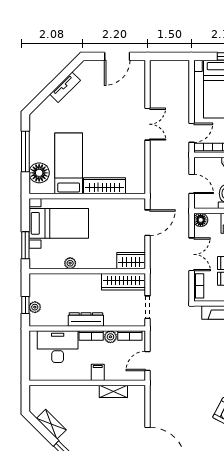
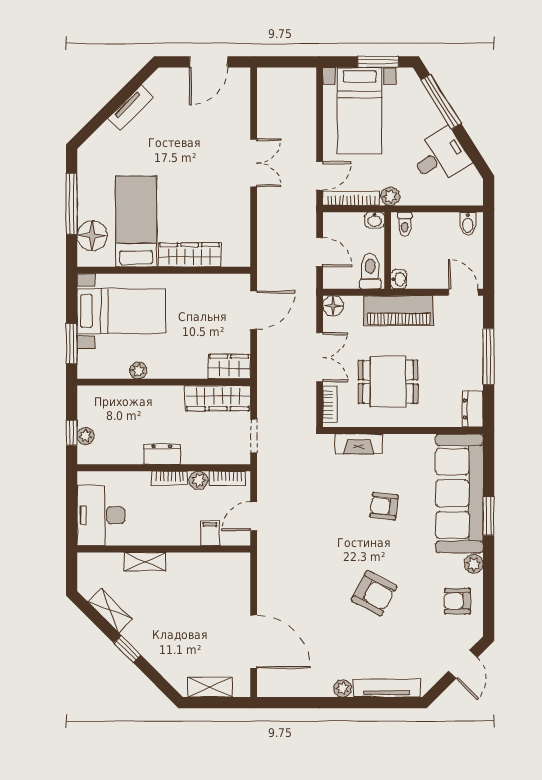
dresser: (86, 319) -> (162, 454), width x0.70
desk: (58, 347) -> (101, 515), moved, turned -90
filing cabinet: (98, 372) -> (210, 533), moved
shelving: (113, 391) -> (145, 562), moved

